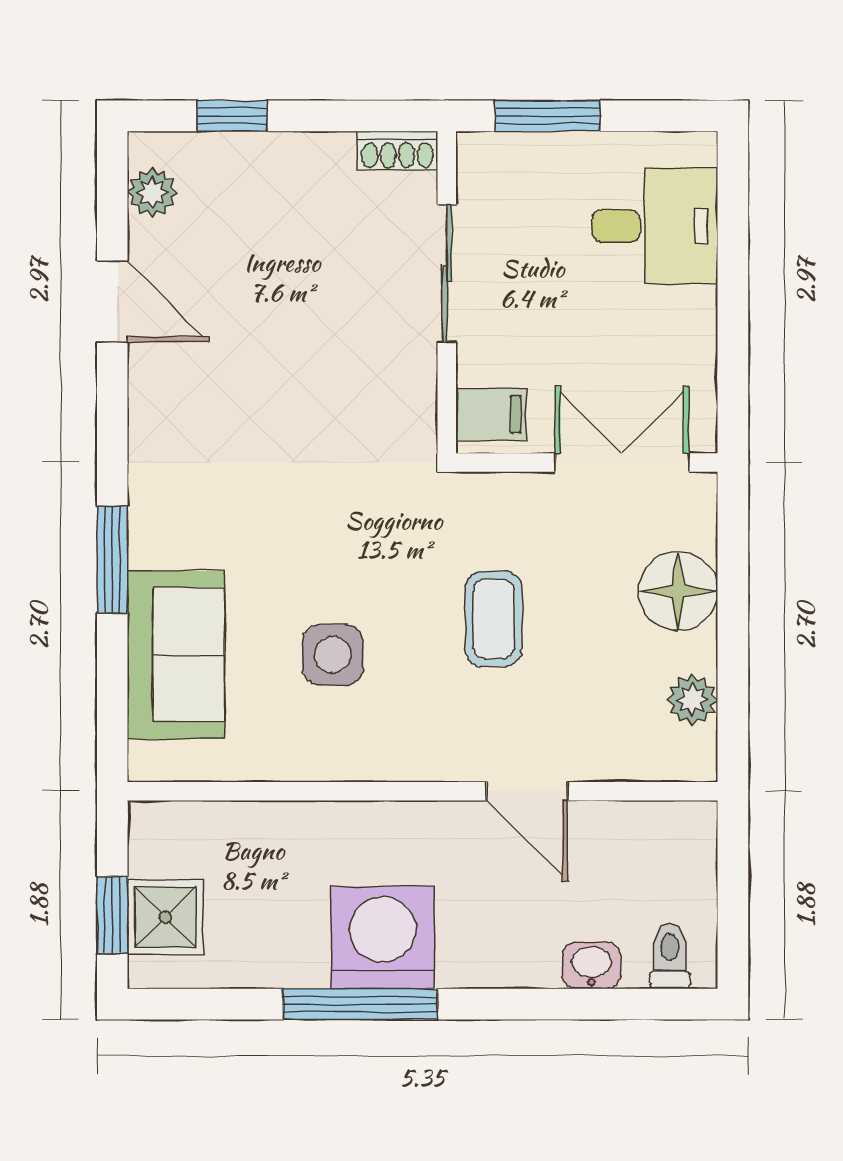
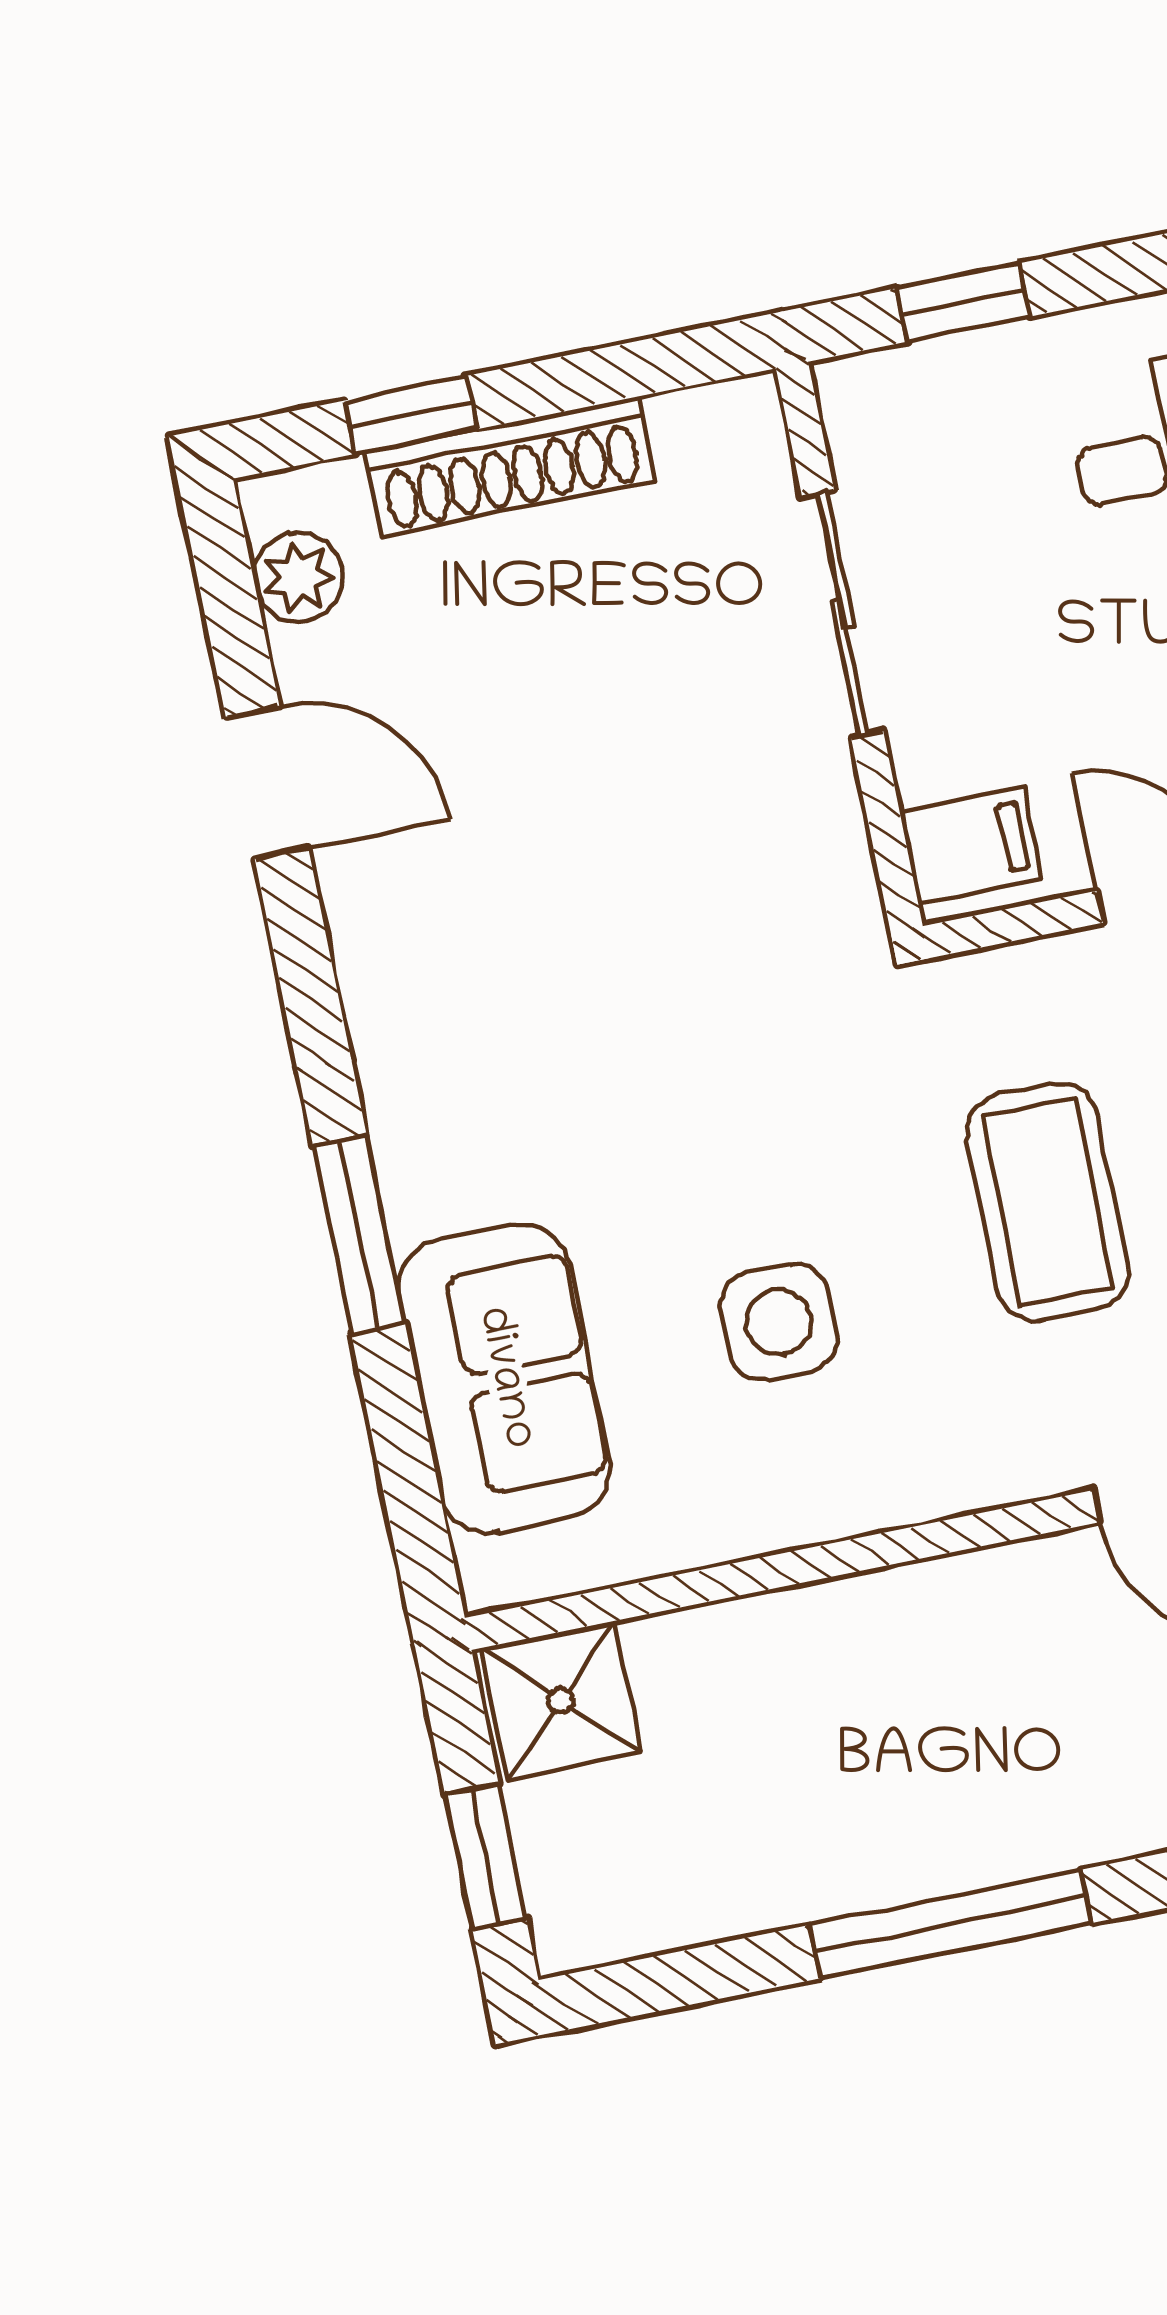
window: (548, 116) -> (963, 302), width x0.67
shoe rack: (398, 151) -> (510, 466), moved, width x1.94, depth x1.24
coffee table: (494, 619) -> (1048, 1202), width x1.36, depth x1.30
shower: (165, 917) -> (561, 1701), moved
washing machine: (383, 937) -> (967, 1799), removed

